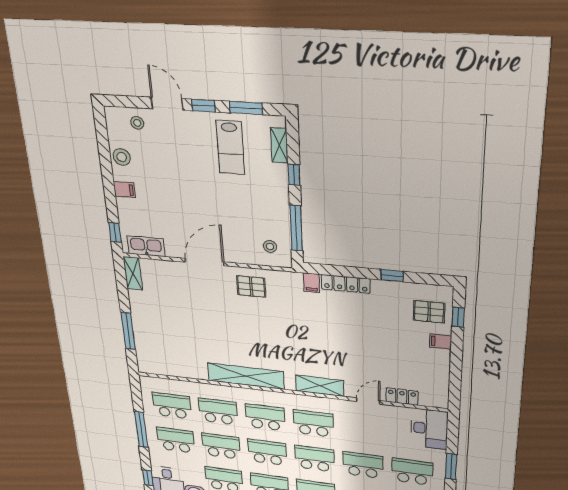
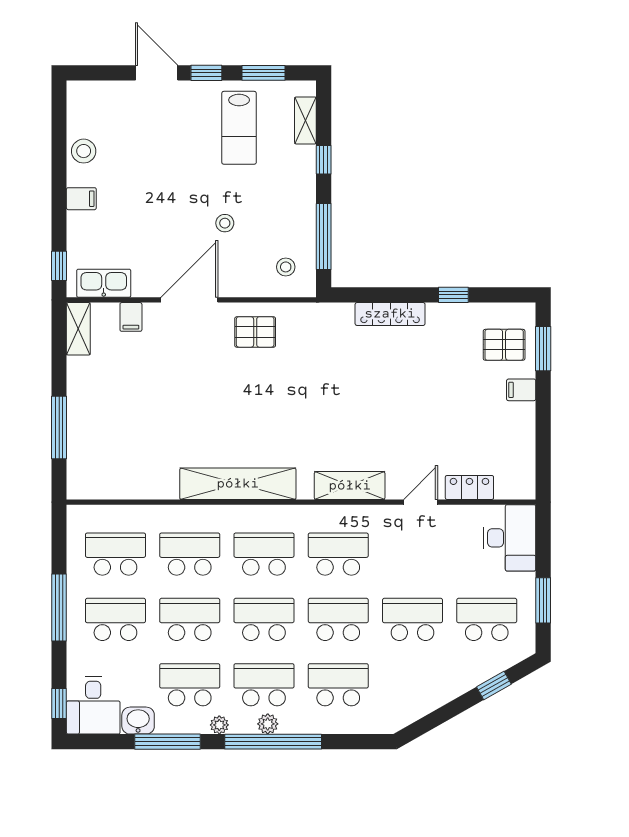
stool: (137, 123) -> (225, 223), moved
filing cabinet: (312, 283) -> (131, 317), moved
window: (458, 317) -> (543, 349), width x1.50

